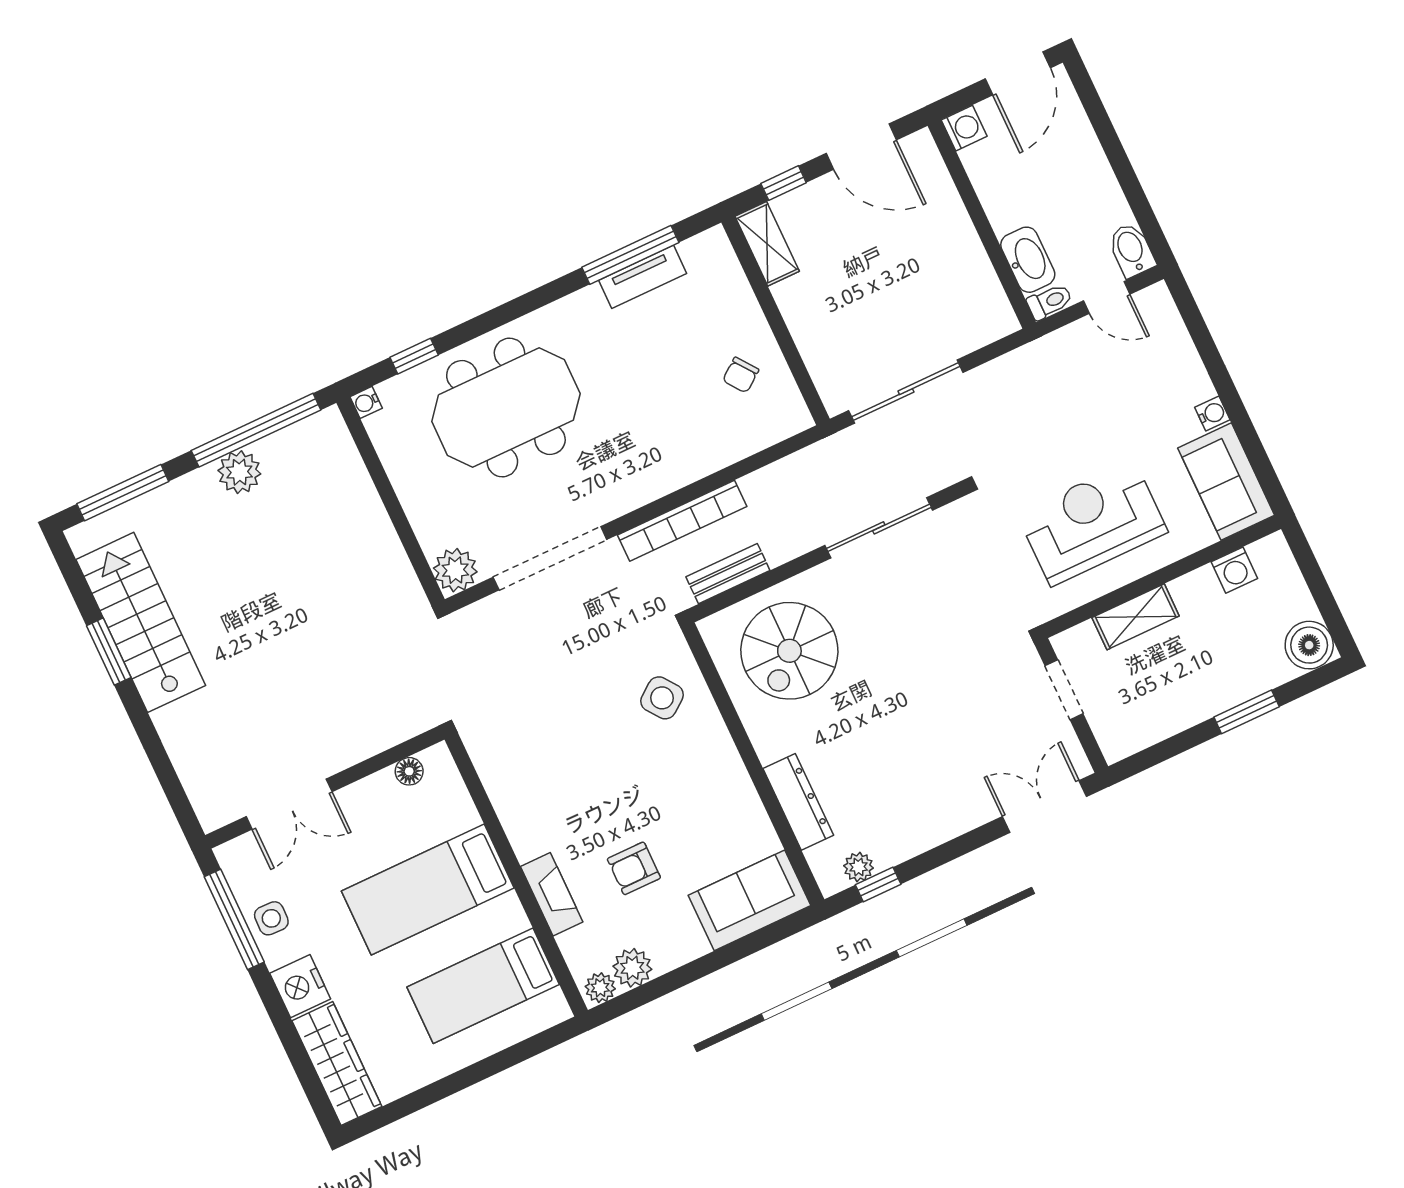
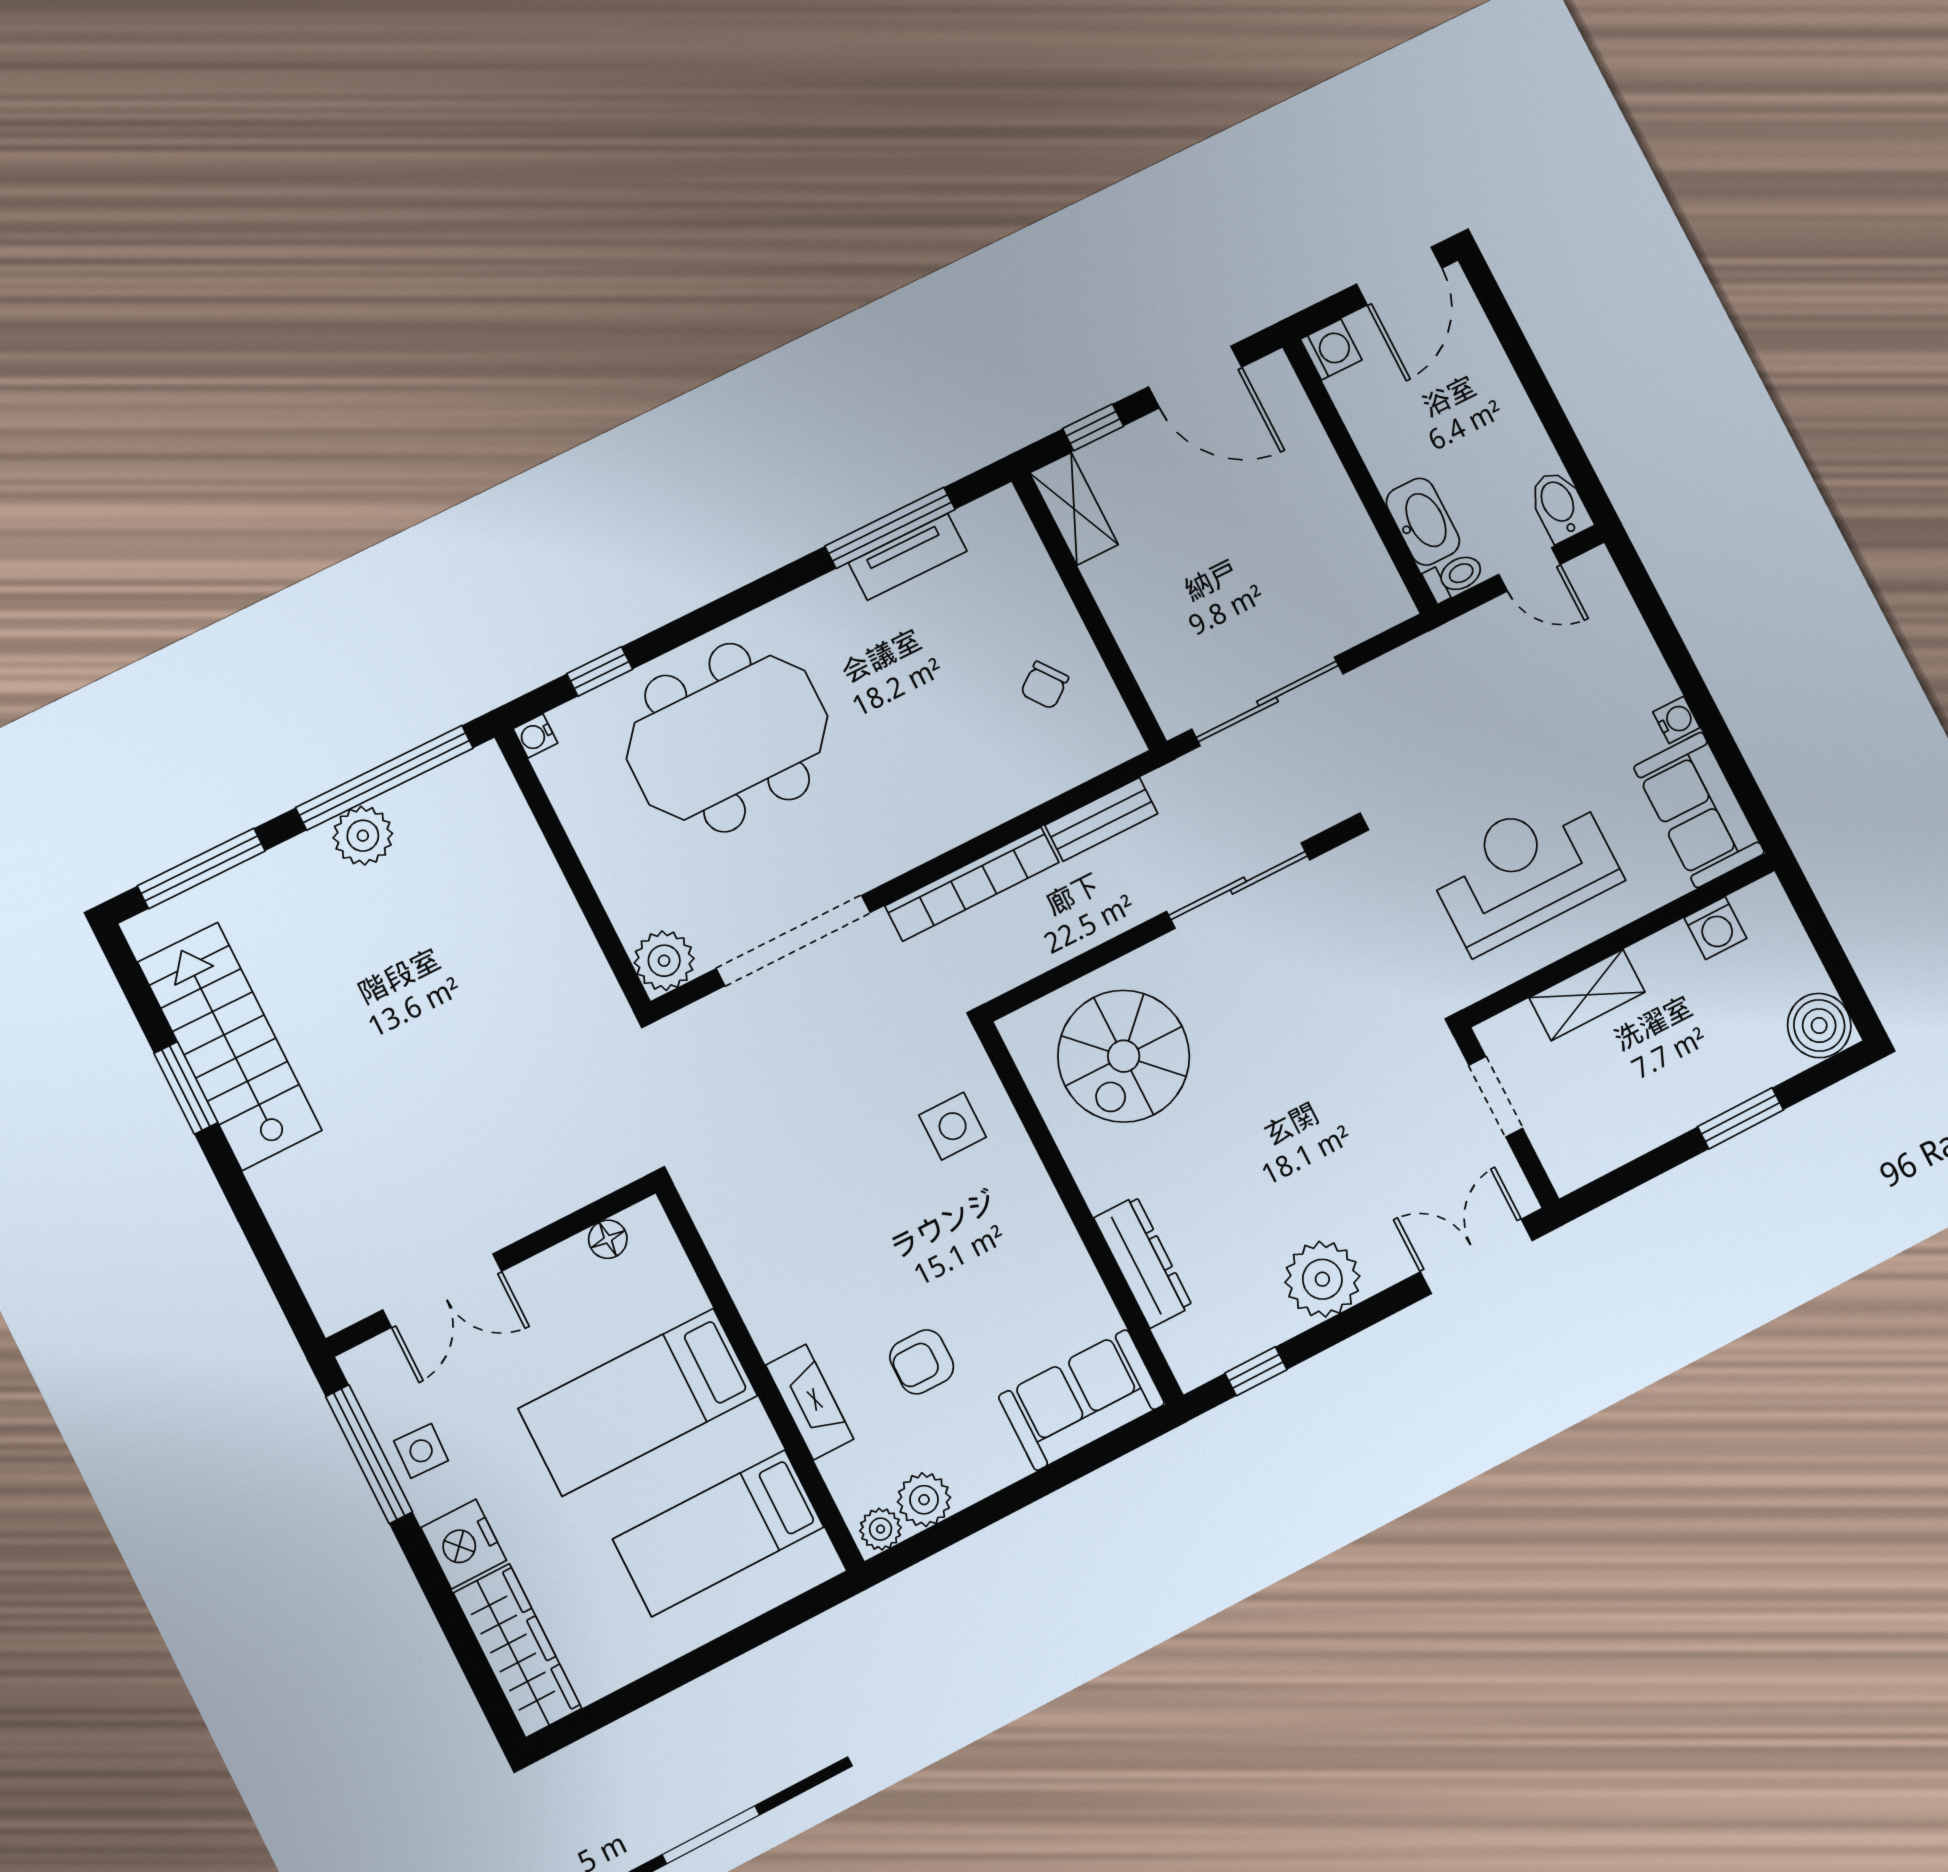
bench: (728, 574) -> (1101, 819), moved
side table: (662, 698) -> (953, 1126), turned 37
plant: (858, 867) -> (1322, 1279), moved, width x1.88, depth x1.88

